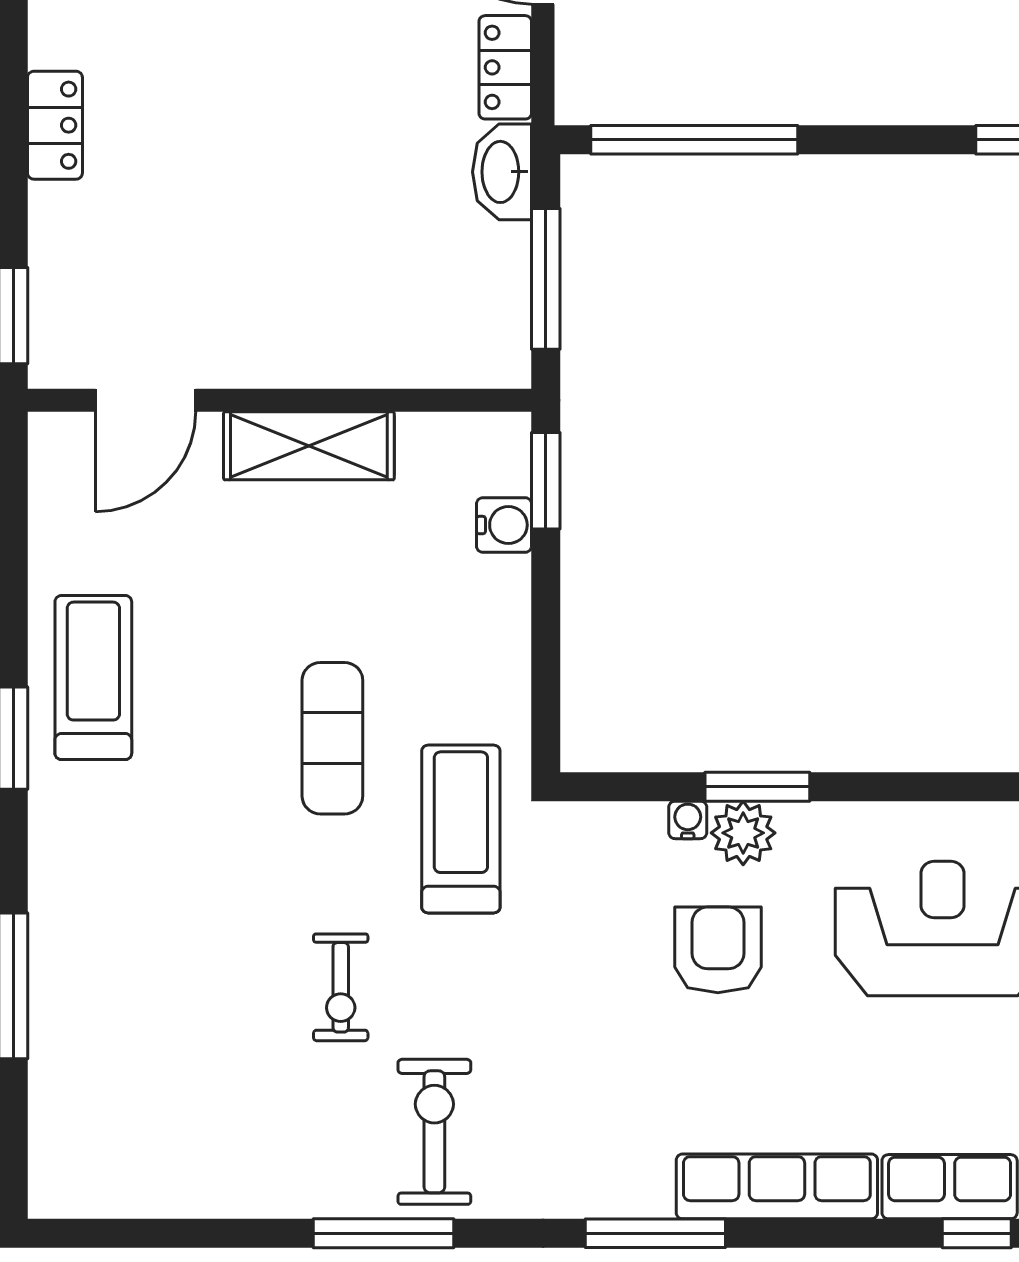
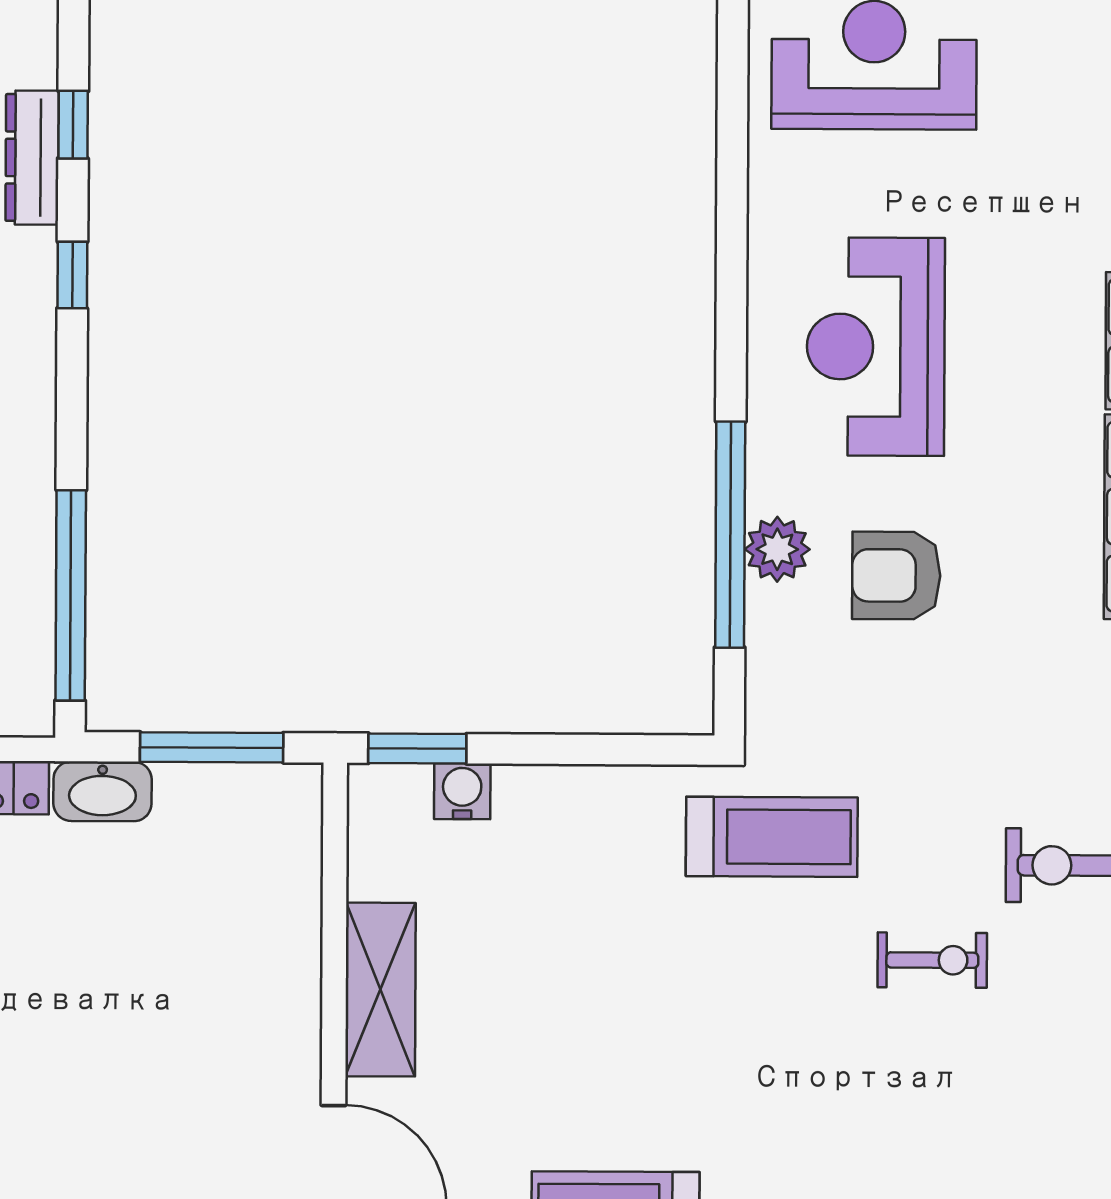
exercise mat: (332, 738) -> (678, 967), removed
window: (757, 787) -> (730, 535), width x2.11
water cooler: (688, 820) -> (764, 606), removed
treadmill: (461, 829) -> (772, 837), turned 180

